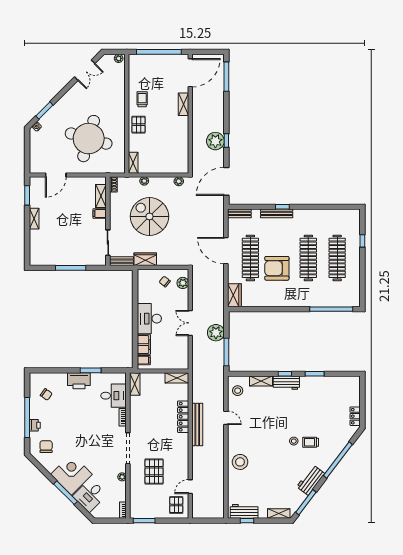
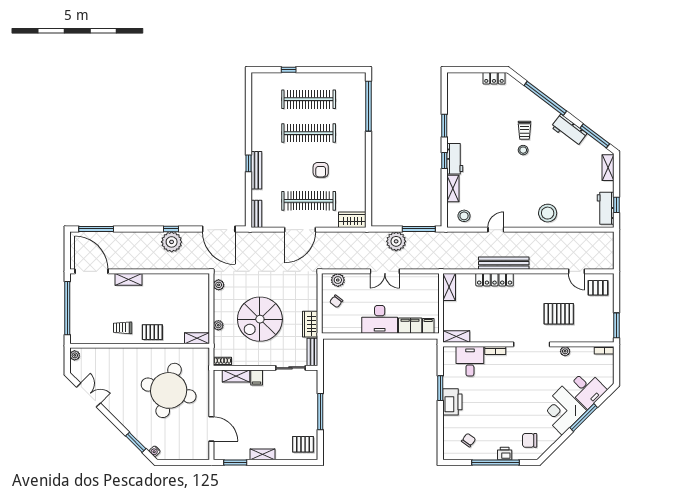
pallet: (43, 253) -> (303, 444), added
armchair: (277, 268) -> (321, 170), width x0.53, depth x0.53

